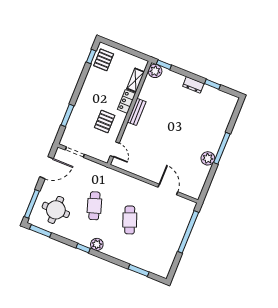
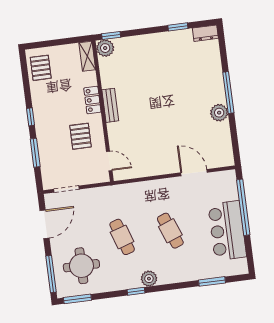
window: (91, 57) -> (30, 117), moved
shelving: (135, 80) -> (87, 56), moved
dresser: (193, 85) -> (205, 33), moved
bar counter: (168, 242) -> (227, 231), added

